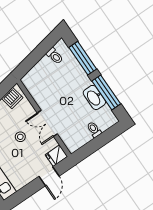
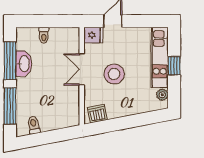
double door: (47, 123) -> (82, 69), swing flipped
stool: (20, 137) -> (114, 74), width x1.89, depth x1.89

